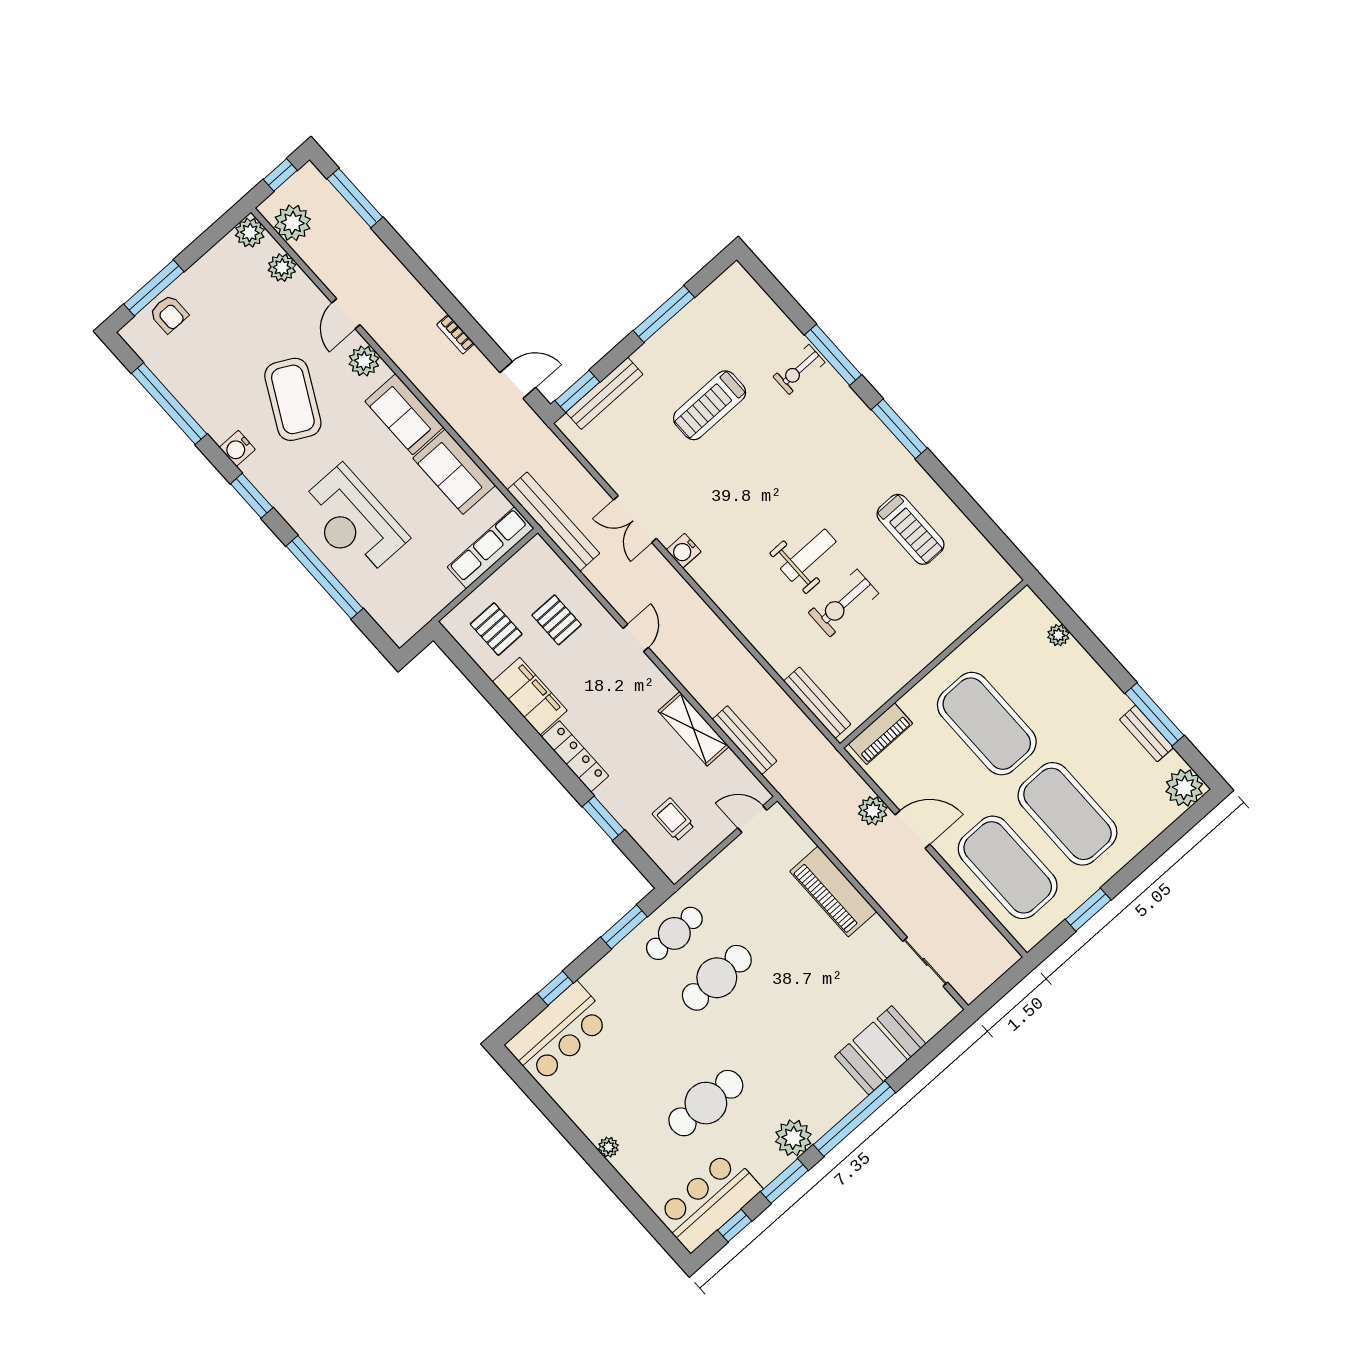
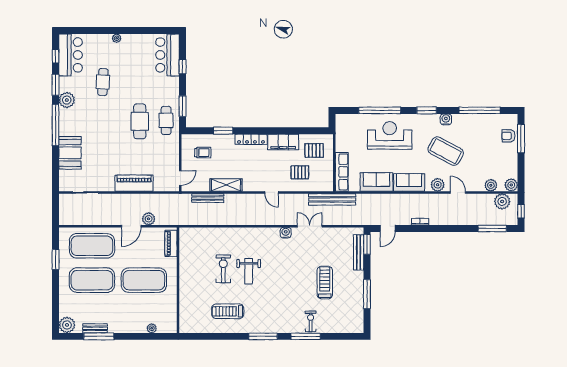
bench: (817, 703) -> (199, 232), removed
cafe table: (706, 1103) -> (103, 82), width x0.73, depth x0.74

